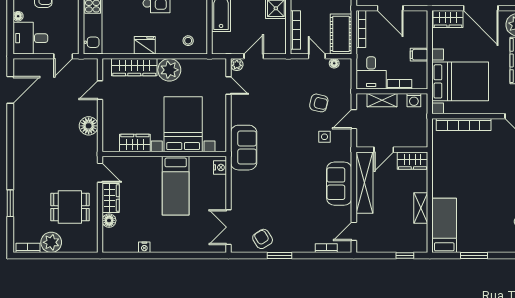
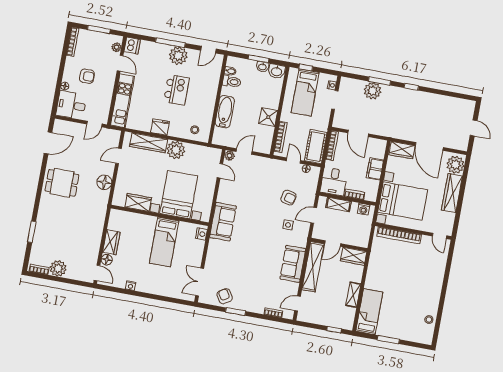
filing cabinet: (419, 55) -> (375, 169), width x2.00
door: (100, 173) -> (97, 273), moved
dining table: (70, 207) -> (62, 183), moved

